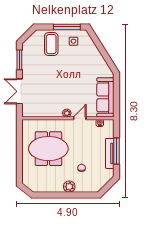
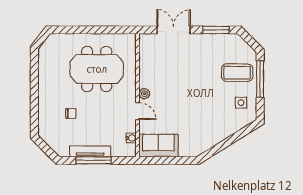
window: (67, 27) -> (260, 79), moved
sofa: (105, 97) -> (158, 146), width x0.73
meeting table: (48, 149) -> (97, 69), turned 90
plant: (69, 187) -> (46, 97), removed

